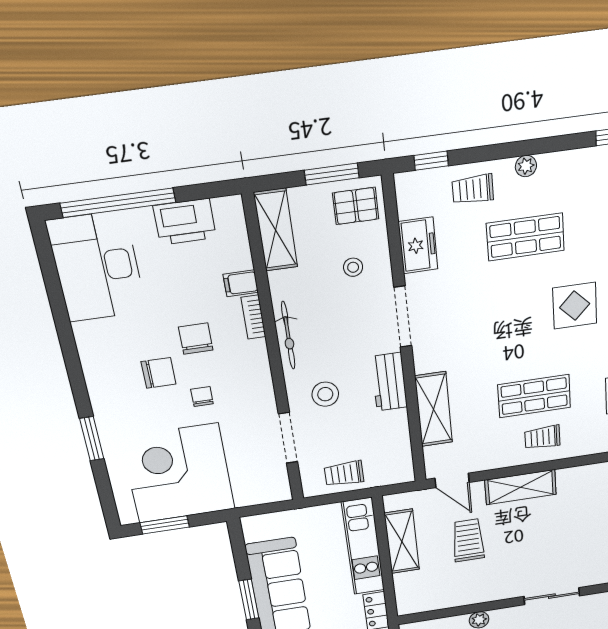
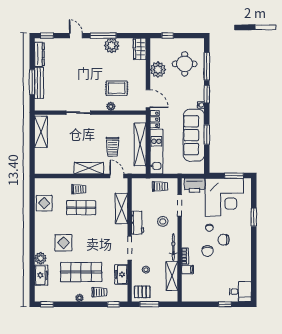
window: (118, 203) -> (225, 304), width x0.32
printer: (185, 222) -> (194, 185), moved, turned 180
shelving: (276, 230) -> (172, 276), moved
shop shelf: (525, 237) -> (81, 272), width x1.43, depth x1.36
desk: (97, 267) -> (240, 292), width x0.53, depth x0.77
shelving: (402, 541) -> (140, 144), width x1.47

